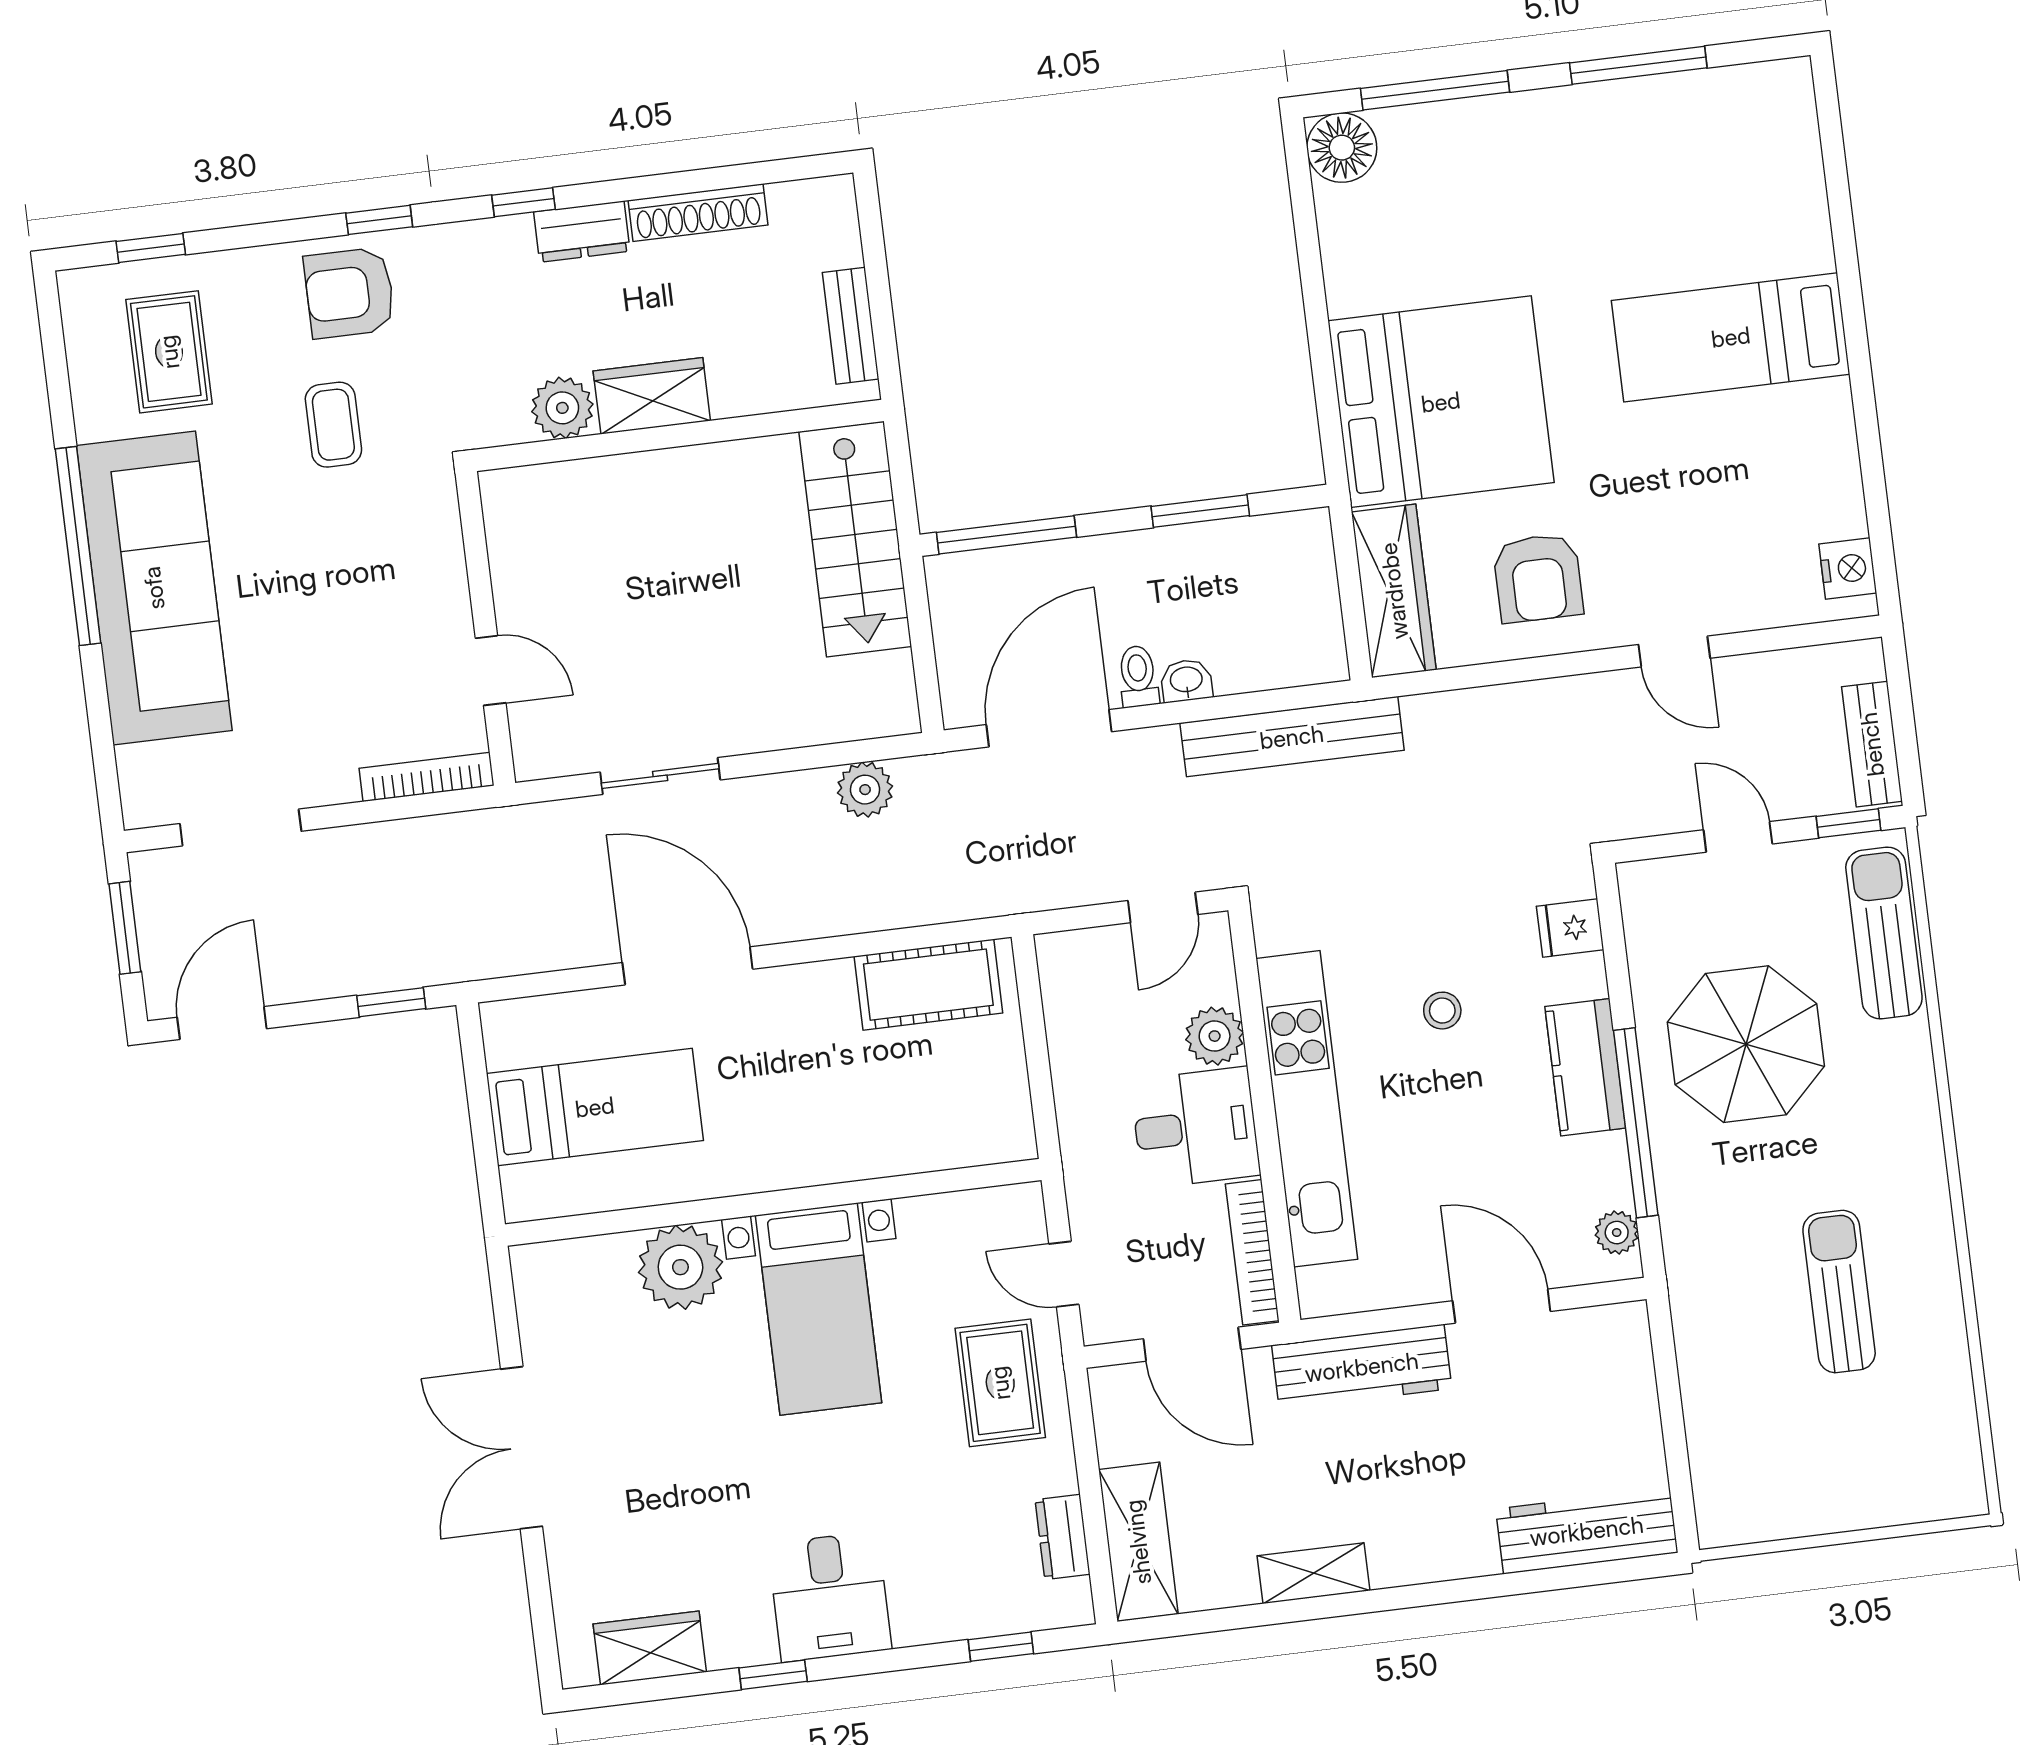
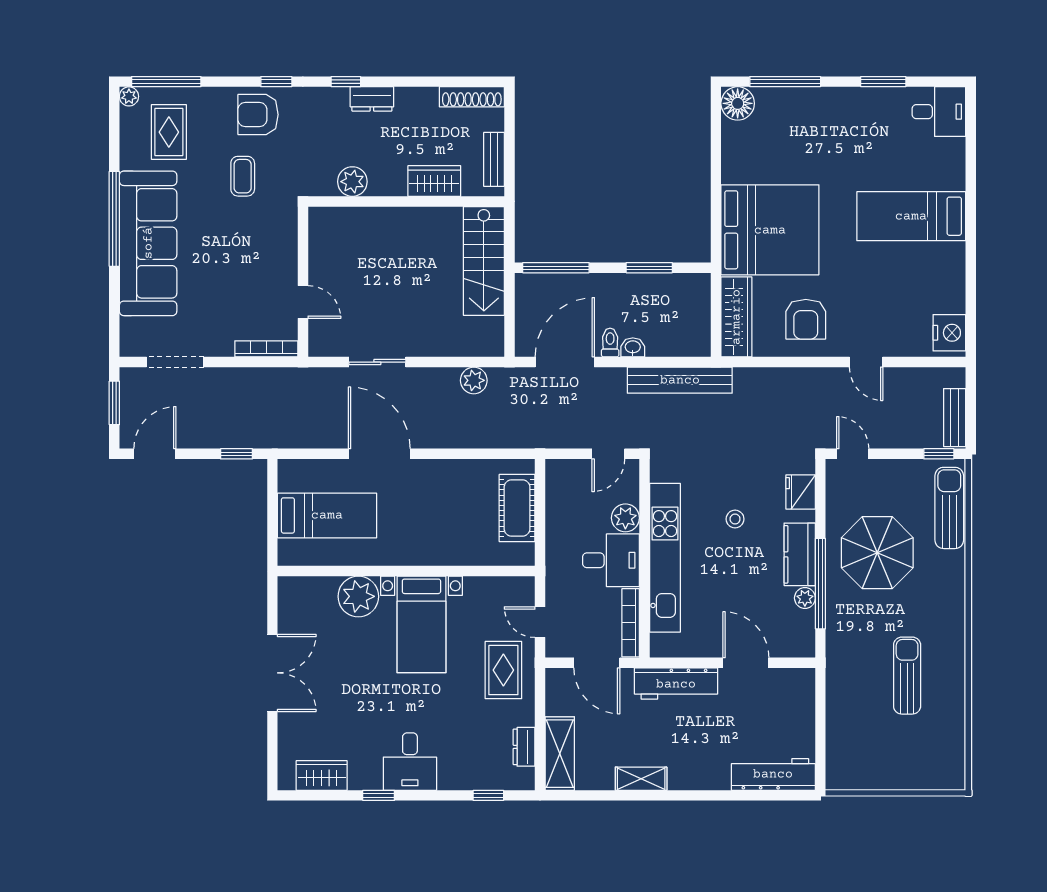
window: (1638, 65) -> (883, 82), width x0.69
desk: (1761, 113) -> (939, 112), added
shoe rack: (698, 213) -> (472, 97), moved
window: (151, 248) -> (166, 82), width x2.17
plant: (77, 288) -> (129, 96), added
wardrobe: (652, 396) -> (434, 181), moved
nightstand: (1848, 568) -> (949, 333), width x1.36, depth x1.33
door: (1738, 837) -> (853, 454), moved
fridge: (1570, 928) -> (801, 492), width x1.38
cot: (928, 985) -> (517, 508), moved, turned 90
plant: (1617, 1233) -> (805, 598), moved
double door: (522, 1448) -> (272, 673), swing flipped

